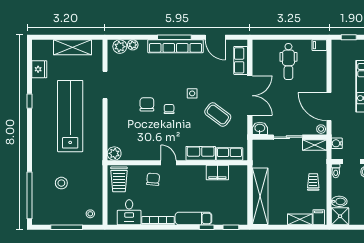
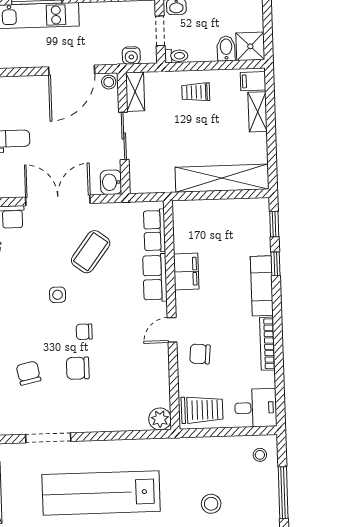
chair: (145, 74) -> (28, 373), added
filing cabinet: (217, 173) -> (186, 271), moved
desk: (129, 212) -> (256, 408), moved

